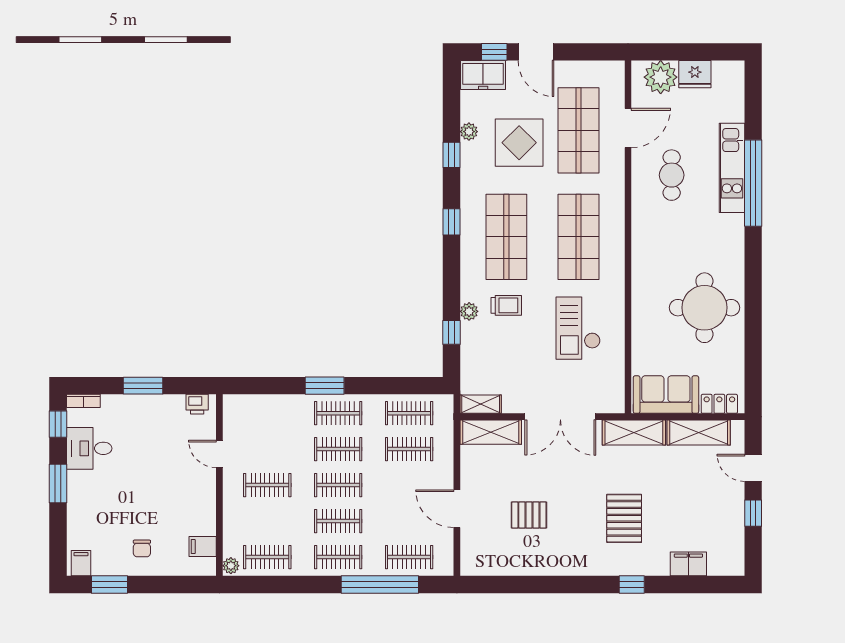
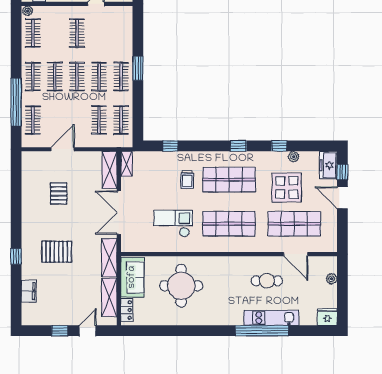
door: (536, 52) -> (342, 198), hinge flipped
fridge: (695, 74) -> (327, 317), moved, turned 90
plant: (661, 77) -> (332, 279), width x0.53, depth x0.53
round table: (704, 308) -> (181, 286), moved
plant: (469, 311) -> (183, 157), removed

